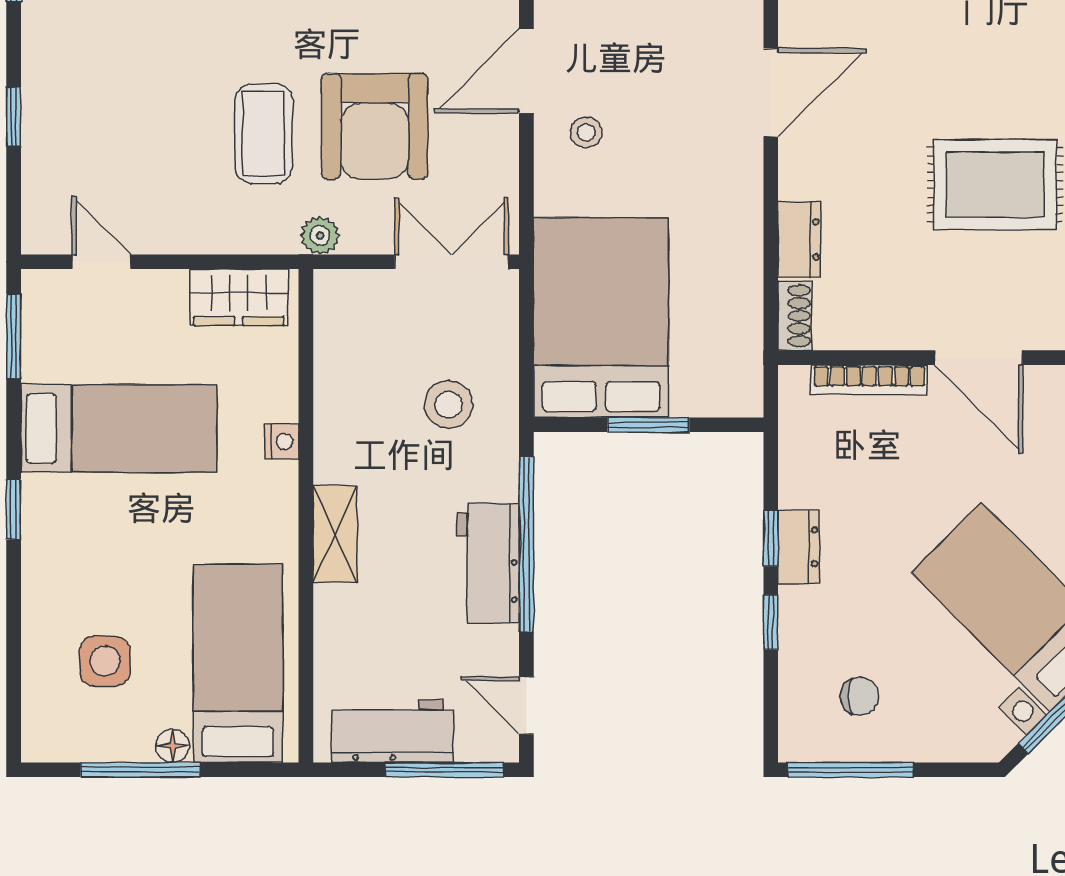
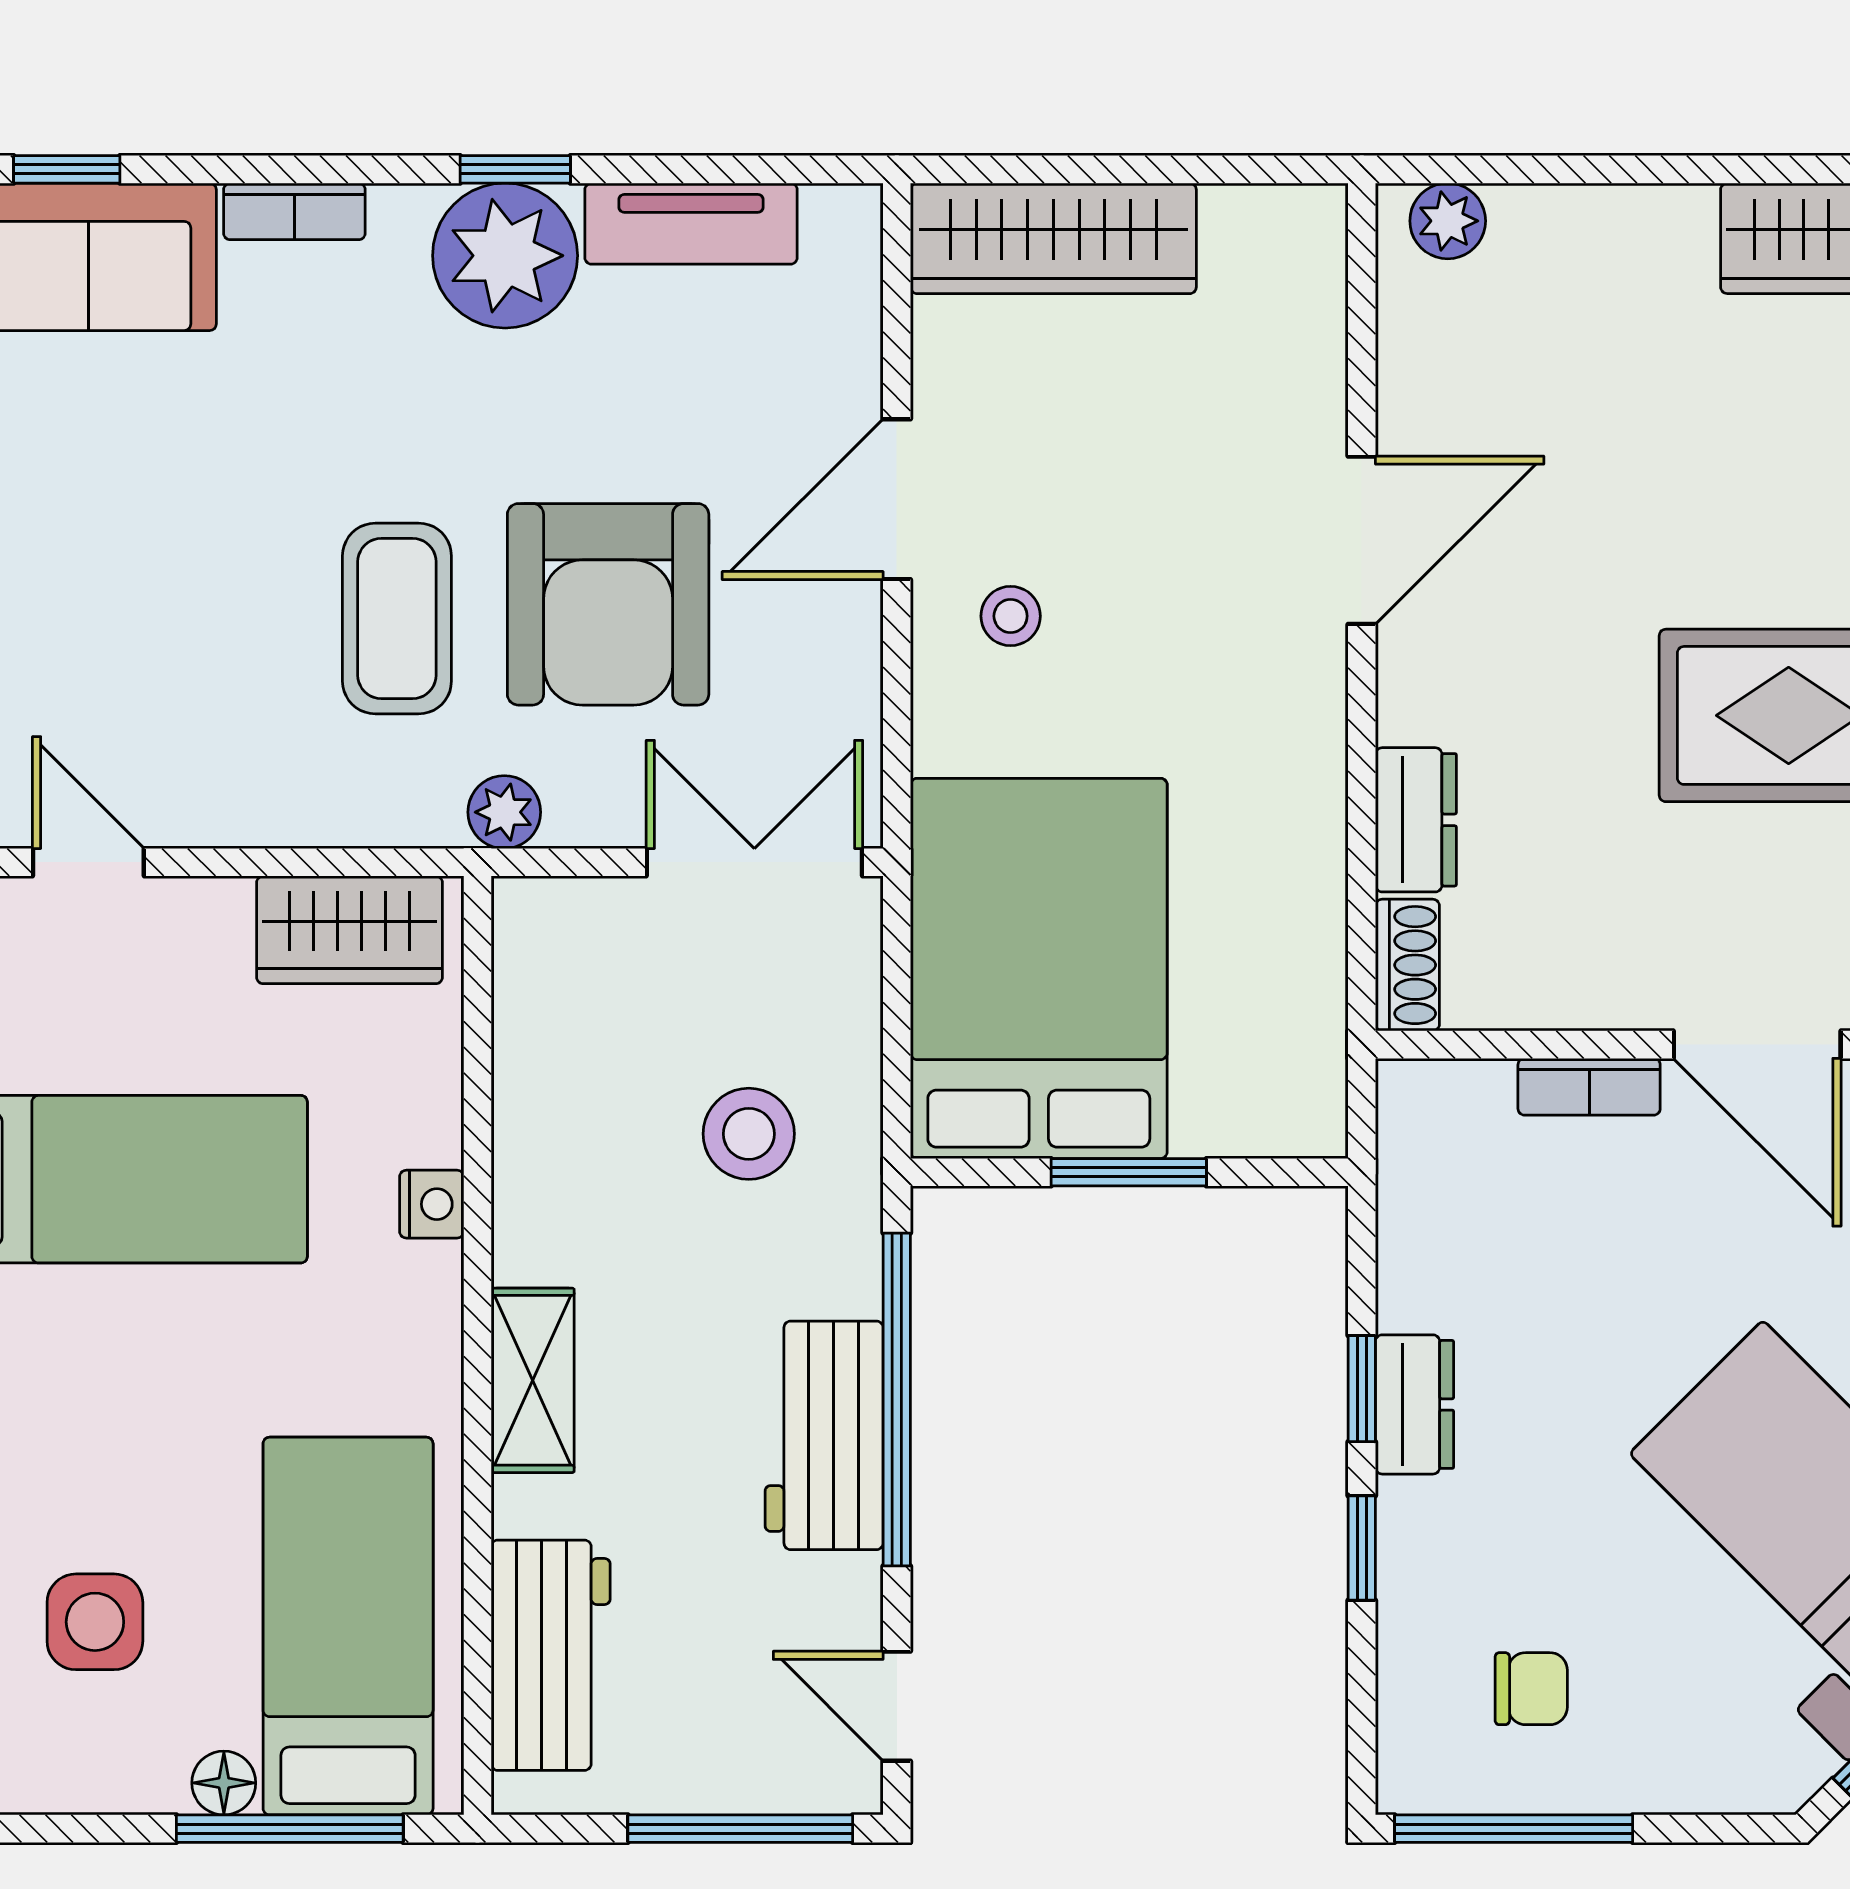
bookcase: (869, 380) -> (1589, 1087), width x0.64
workbench: (392, 731) -> (551, 1655), moved, turned 90
window: (140, 770) -> (290, 1829), moved

